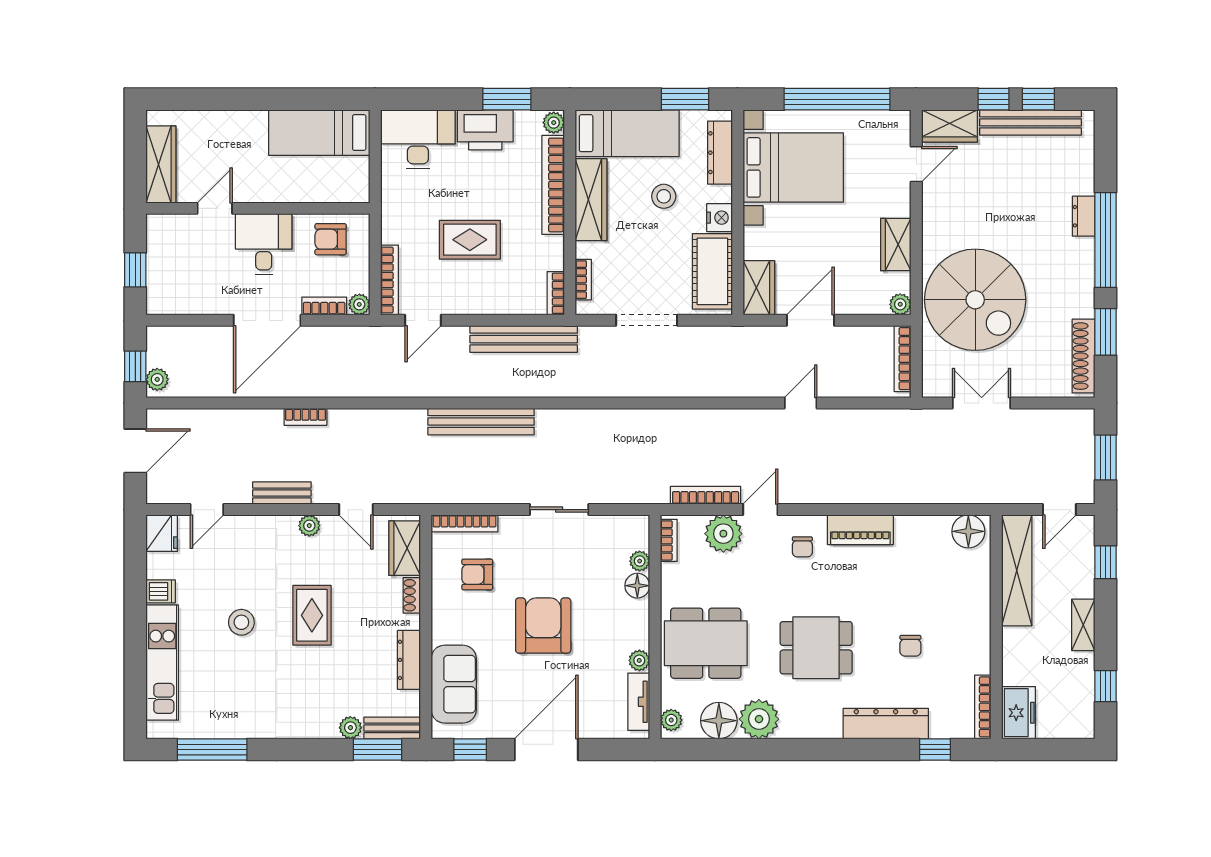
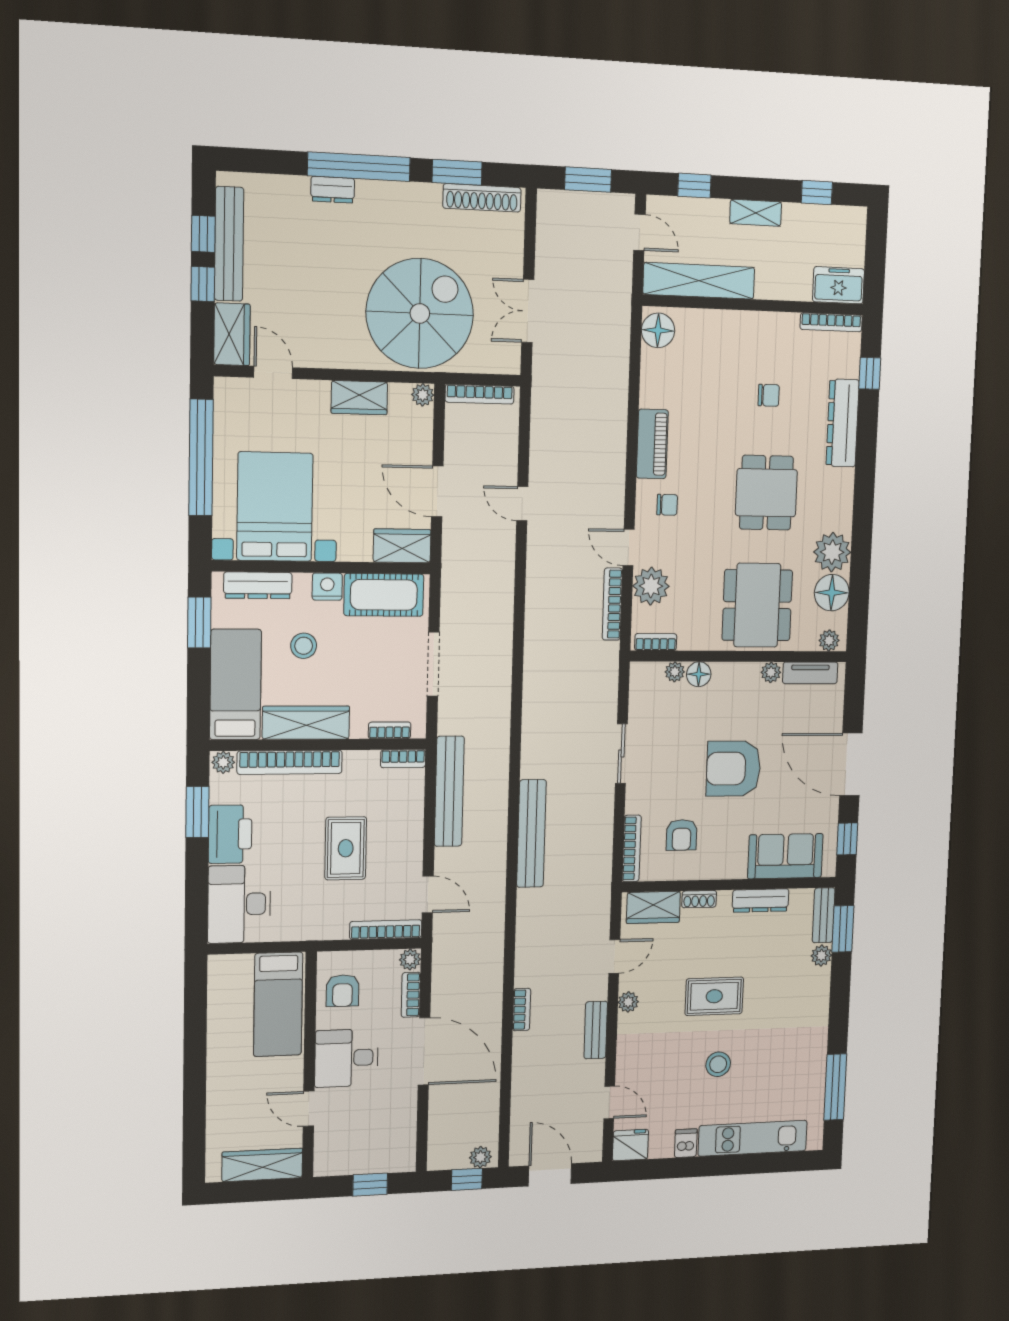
bed: (319, 133) -> (278, 1004), moved

